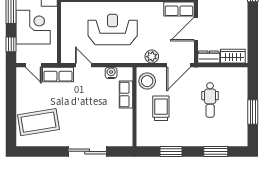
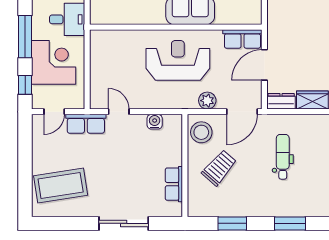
reception desk: (113, 29) -> (178, 60), moved
door: (33, 65) -> (54, 112), hinge flipped
row of seats: (126, 95) -> (174, 184), moved
dental chair: (210, 100) -> (283, 157), turned 180
trolley: (161, 108) -> (219, 168), turned 41

